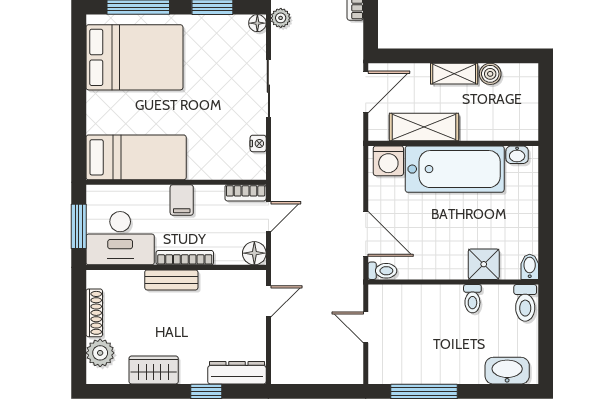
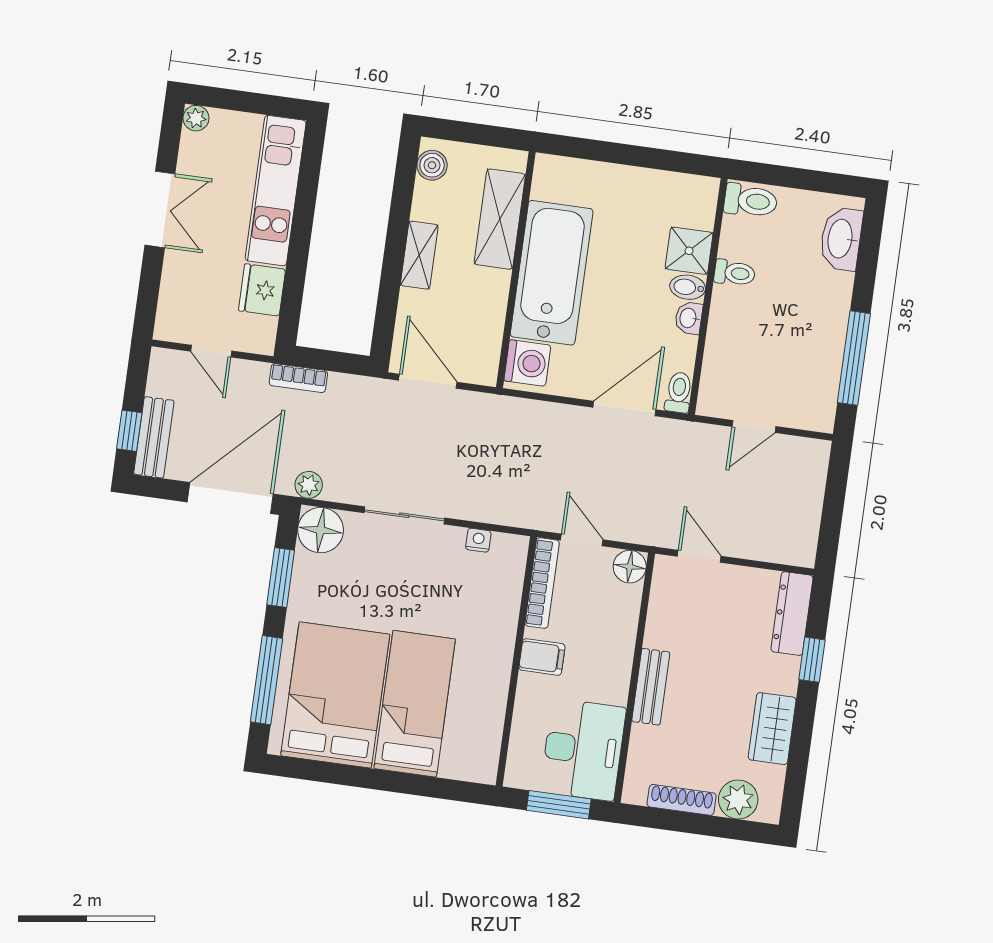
floor lamp: (257, 23) -> (321, 530), width x1.89, depth x1.89
boiler: (490, 74) -> (432, 165), moved
shelving: (424, 127) -> (500, 219), moved
washbasin: (517, 155) -> (689, 318), moved, turned 180
bed: (136, 157) -> (415, 704), moved
bookcase: (246, 193) -> (542, 583), width x1.56
bookcase: (185, 258) -> (622, 664), removed
bidet: (530, 267) -> (688, 287), moved

